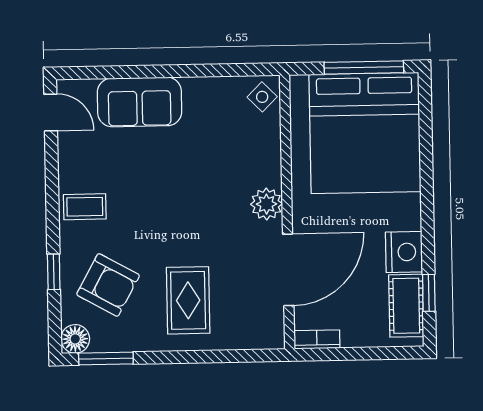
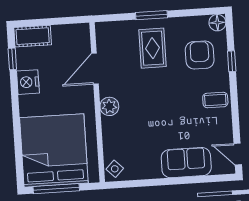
door: (288, 270) -> (95, 69), width x0.73
armchair: (108, 285) -> (200, 55), turned 61
cot: (406, 306) -> (33, 36), moved, turned 90
bookcase: (317, 339) -> (76, 29), removed
window: (106, 359) -> (152, 15), moved

